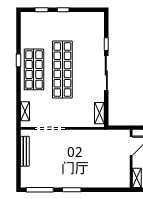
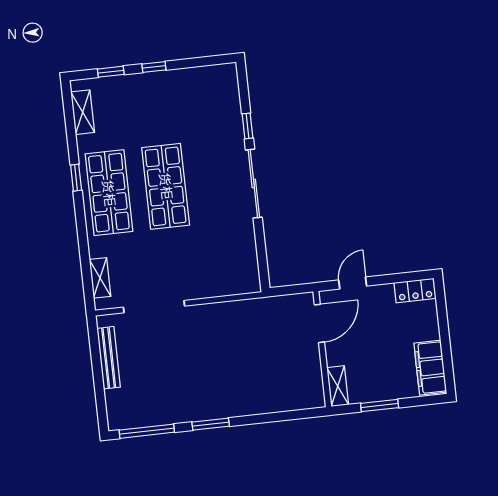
shop shelf: (62, 69) -> (166, 186), width x0.71
shelving: (99, 113) -> (83, 112), moved

